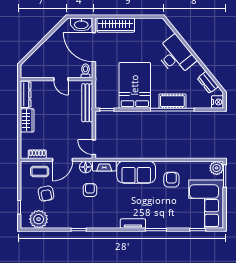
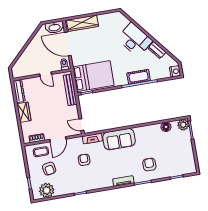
dresser: (208, 82) -> (157, 50), moved
bed: (135, 85) -> (93, 76), moved, turned 90
floor lamp: (86, 167) -> (166, 127), moved
armchair: (171, 180) -> (149, 165), moved
corner sofa: (206, 204) -> (180, 155), removed

